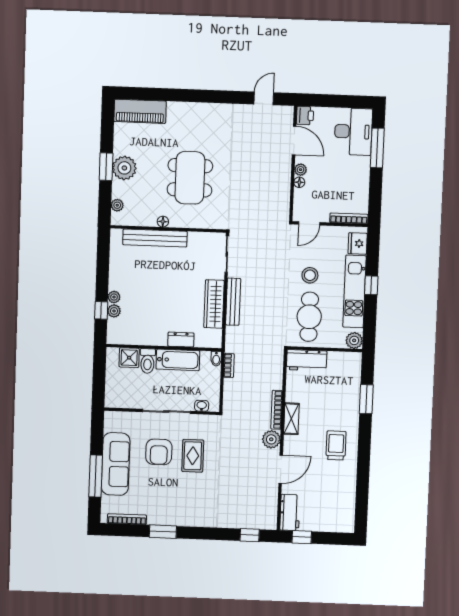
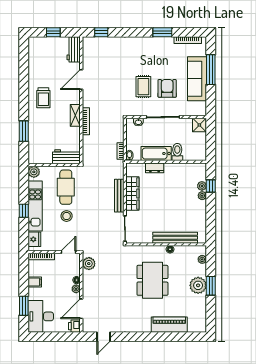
piano: (140, 111) -> (169, 325), moved
door: (294, 140) -> (81, 309), hinge flipped
window: (377, 148) -> (24, 306), width x0.69
filing cabinet: (360, 182) -> (35, 282), added
shower: (129, 358) -> (199, 125), moved
plant: (271, 439) -> (89, 264), moved
window: (302, 537) -> (53, 32), moved

